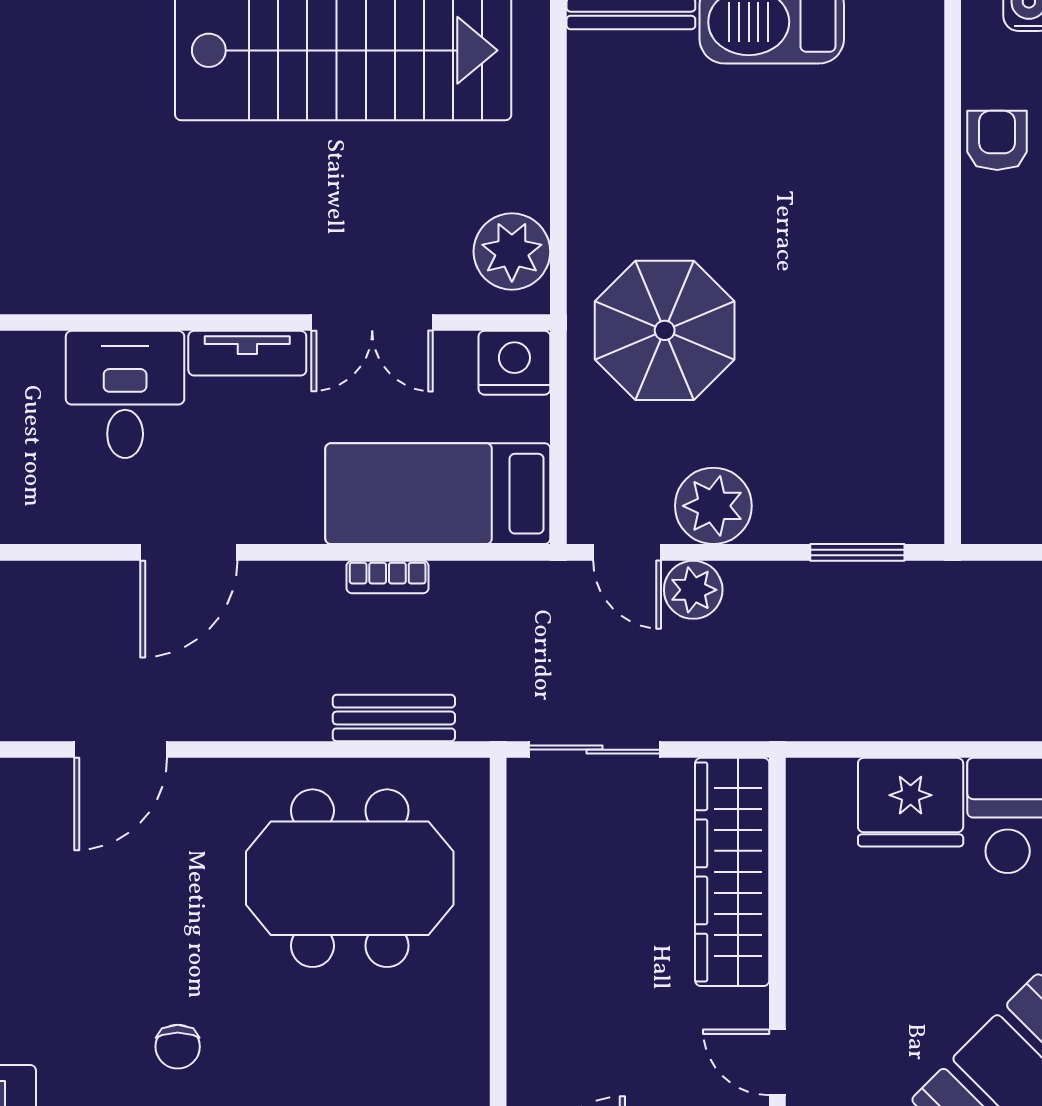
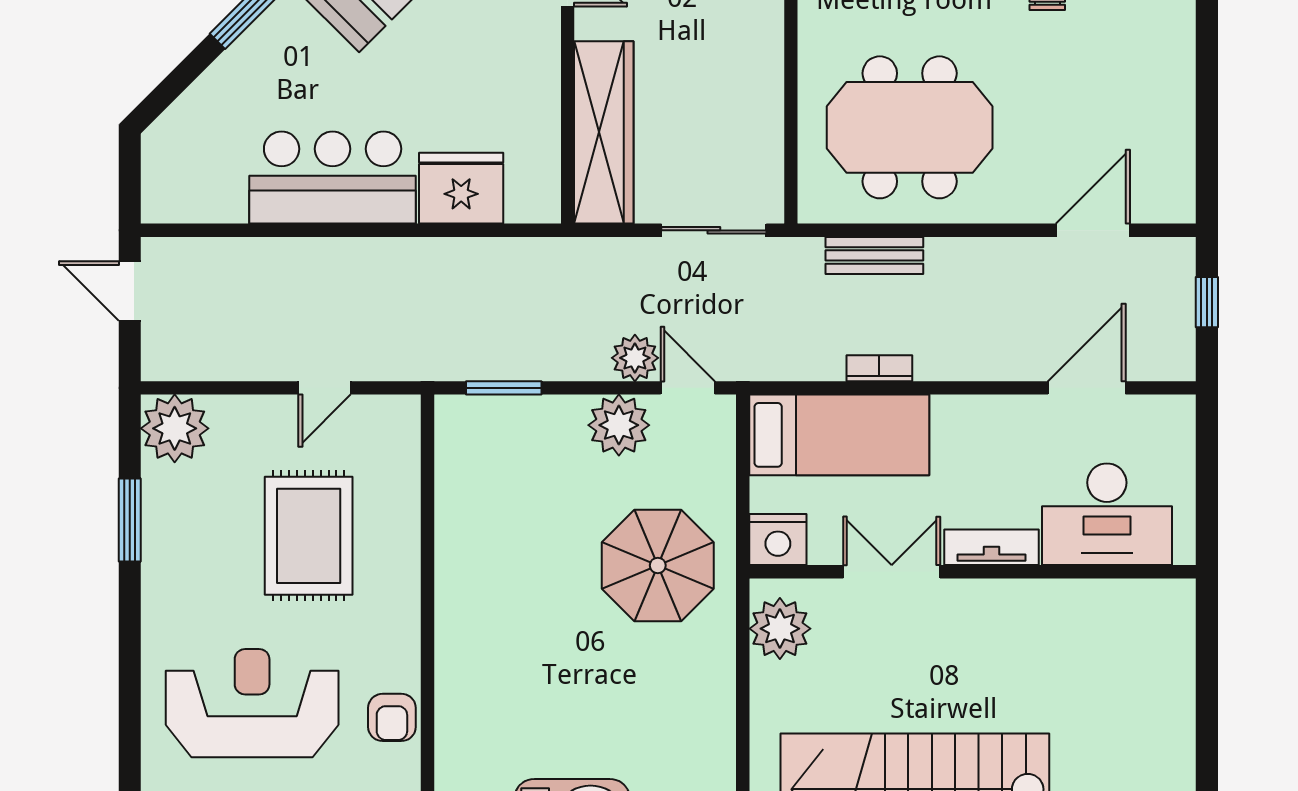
desk: (125, 394) -> (1107, 514), width x1.37
door: (189, 552) -> (1087, 388), moved

